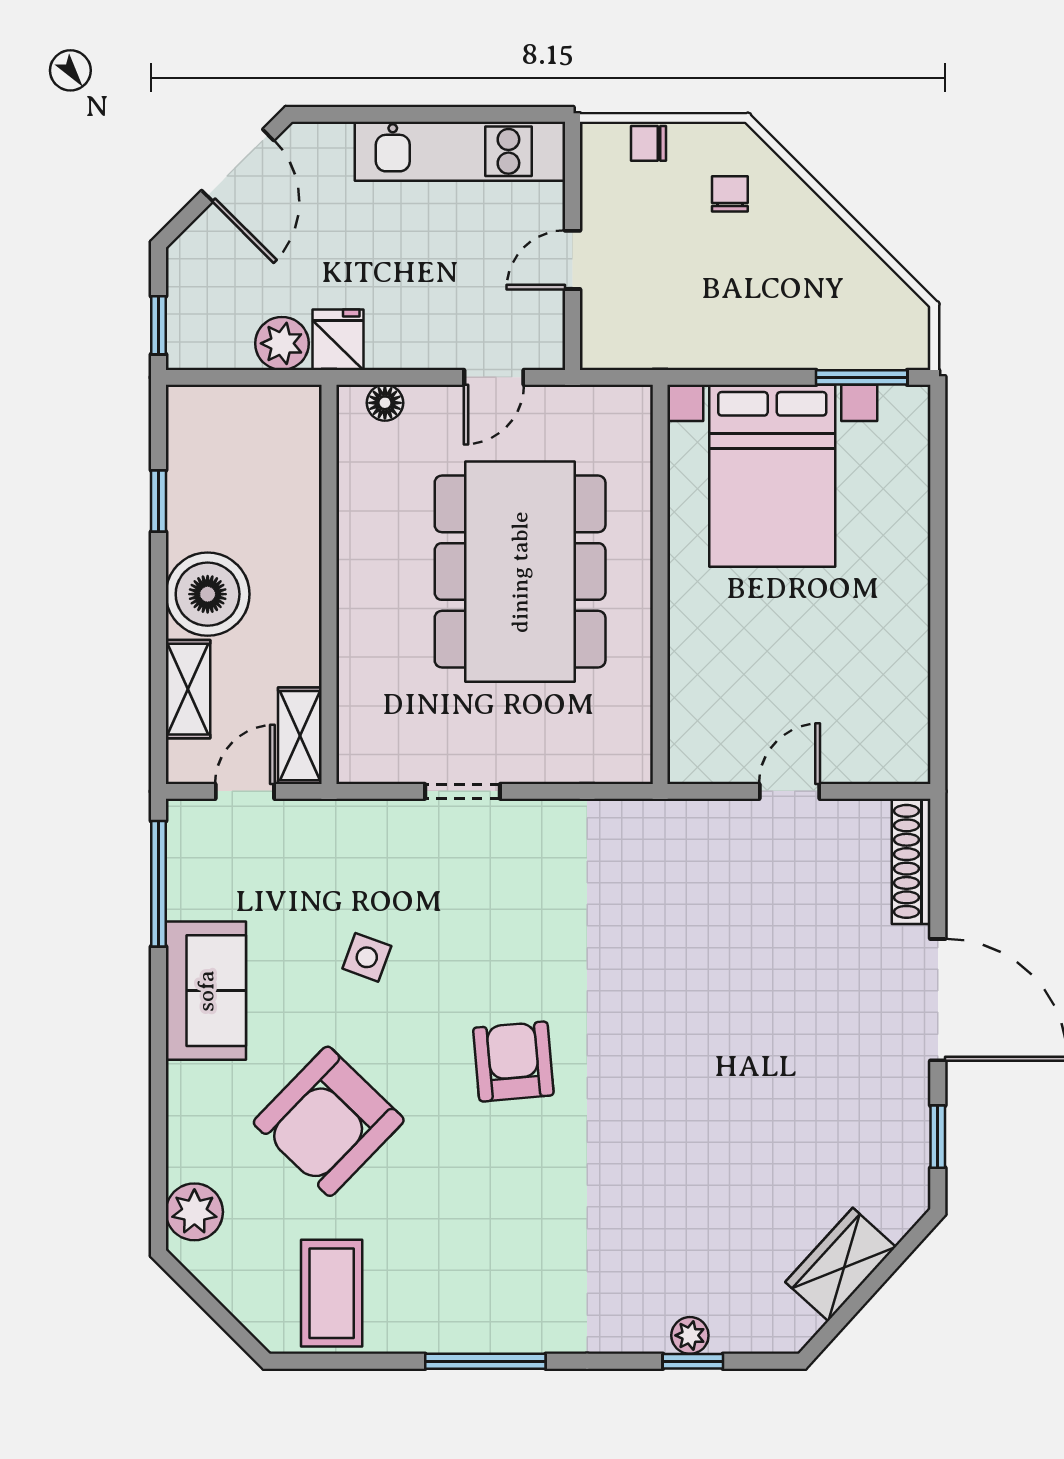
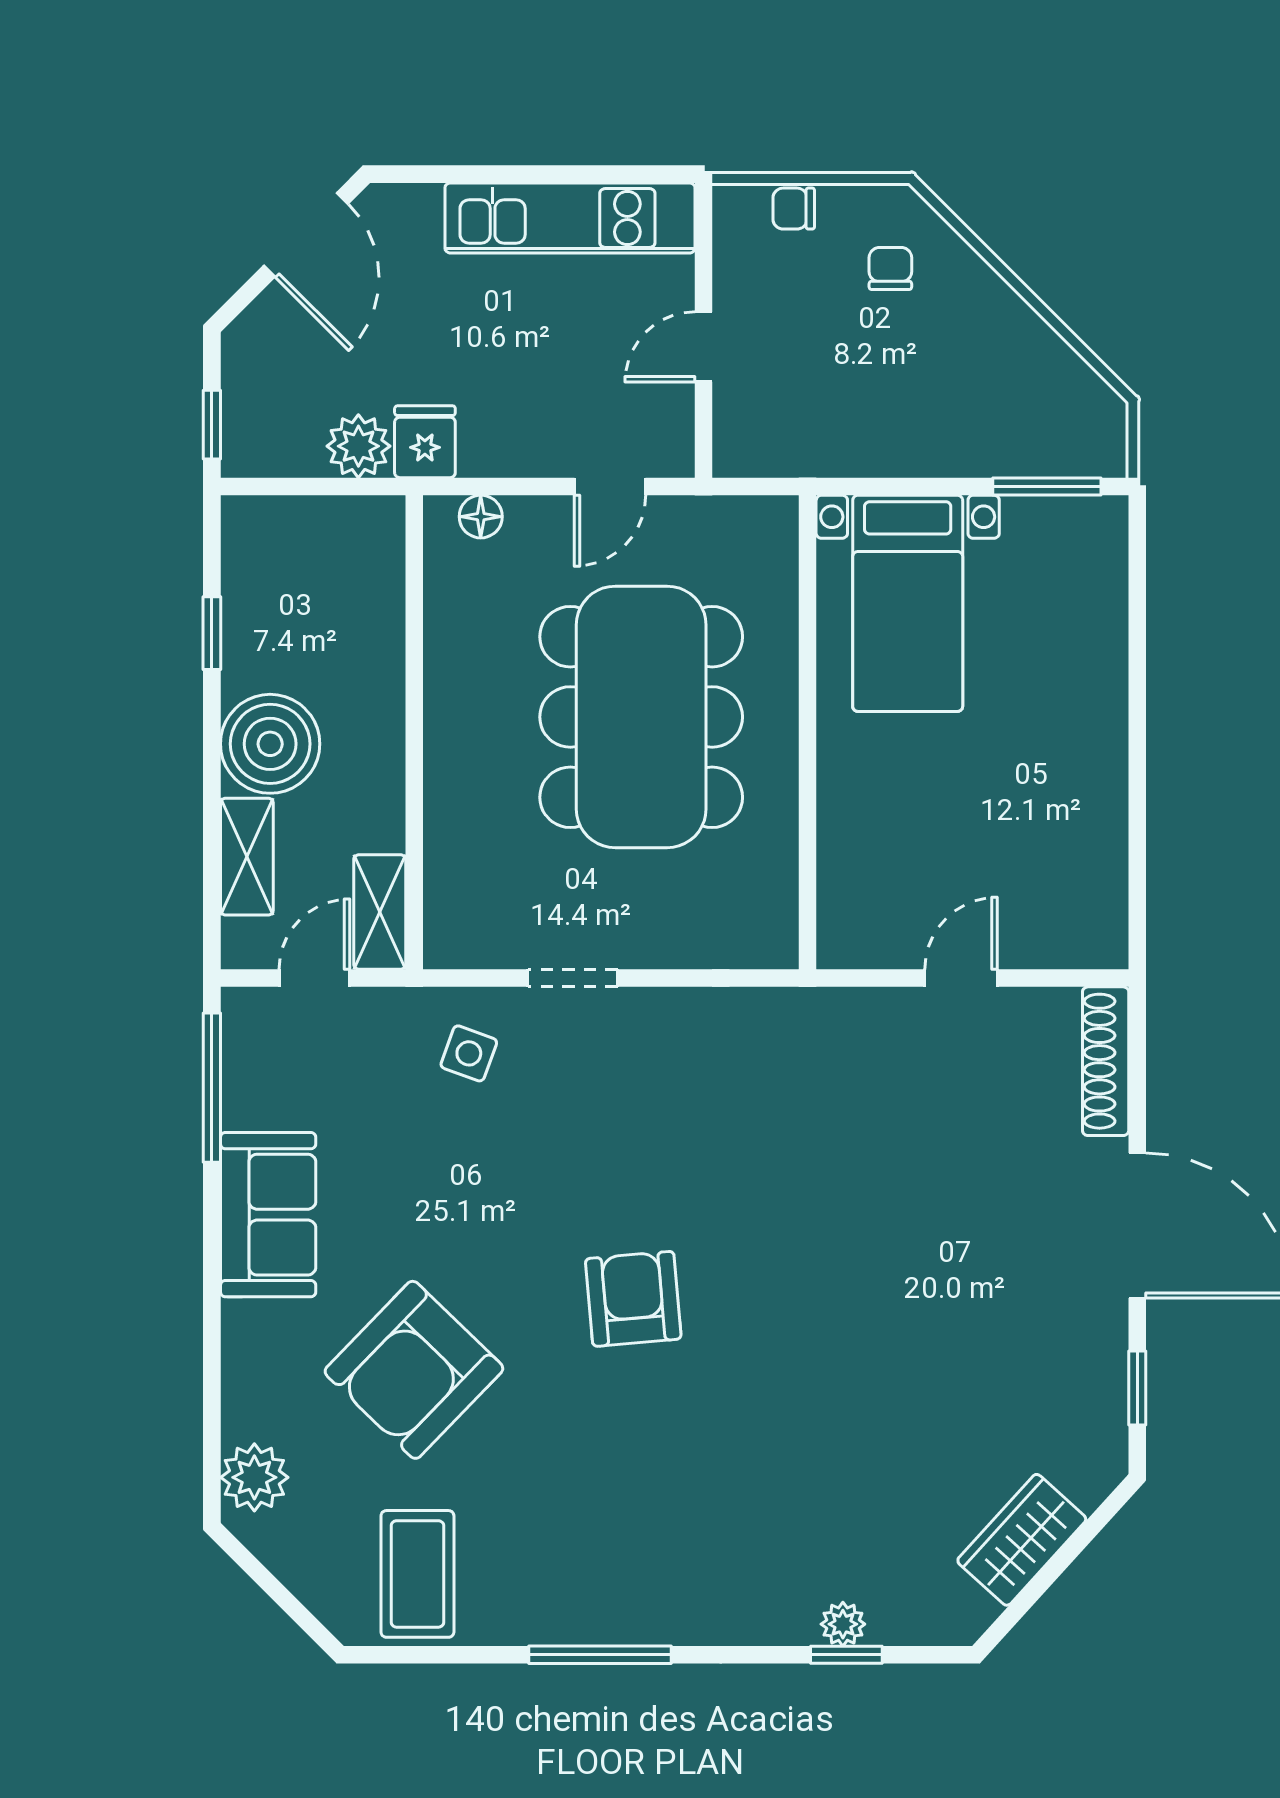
bed with nightstands: (772, 476) -> (908, 603), width x0.73
side table: (367, 957) -> (469, 1053), moved

